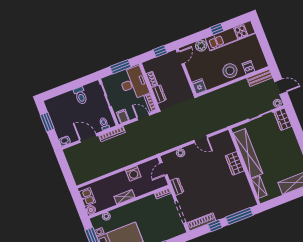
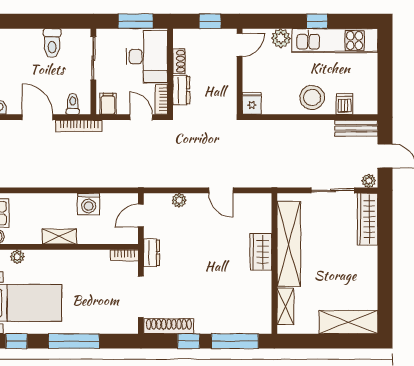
wardrobe: (283, 119) -> (368, 219), width x1.50

